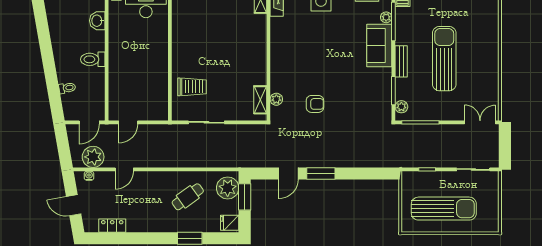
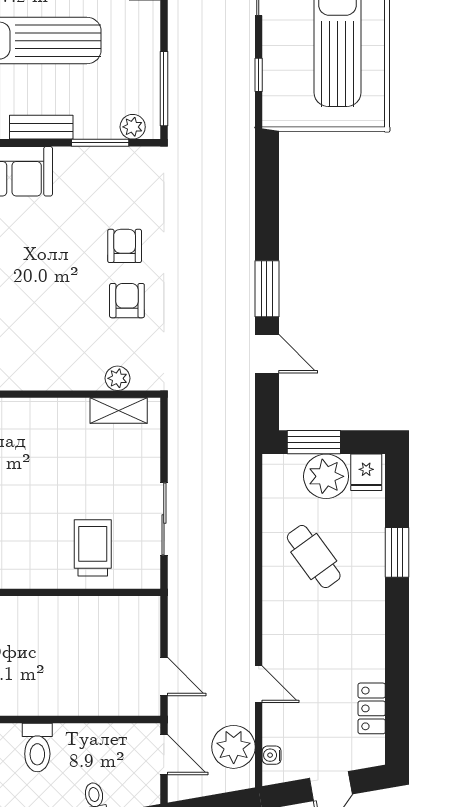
armchair: (342, 103) -> (125, 246), added
plant: (228, 188) -> (326, 476), moved

